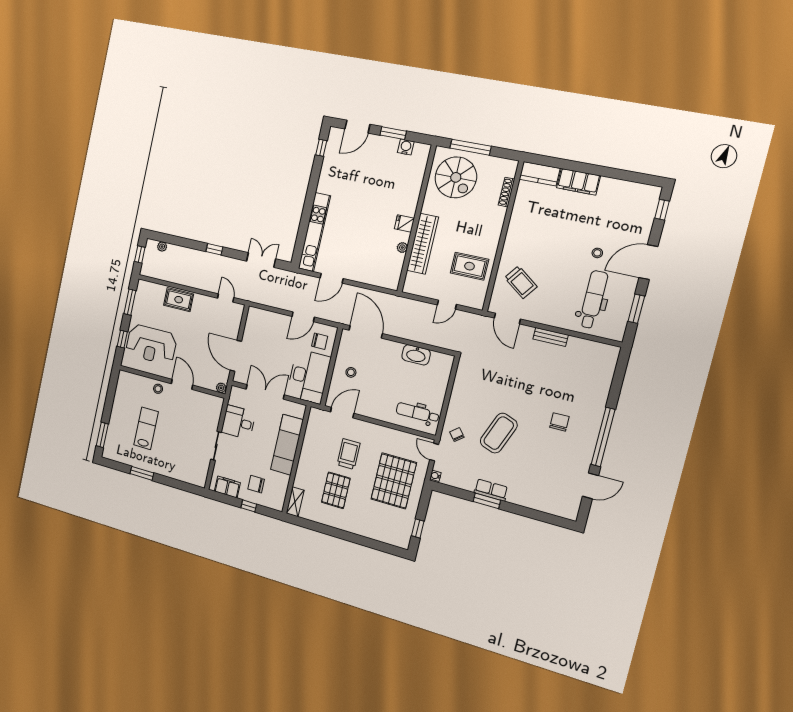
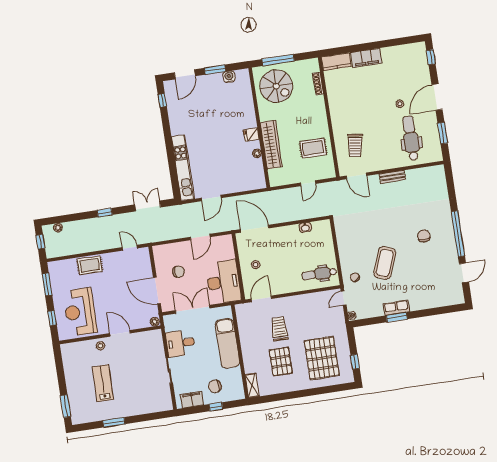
trolley: (521, 282) -> (355, 145), turned 63
chair: (320, 341) -> (178, 272), moved
reception desk: (151, 344) -> (80, 312), turned 90
washbasin: (416, 355) -> (305, 227), width x0.52, depth x0.69
door: (434, 452) -> (344, 298), hinge flipped
pallet: (394, 481) -> (322, 358), moved

